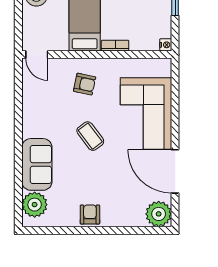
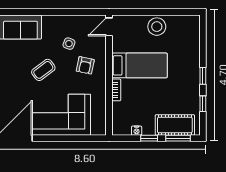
nightstand: (166, 45) -> (137, 131), moved
side table: (58, 104) -> (69, 44), added

